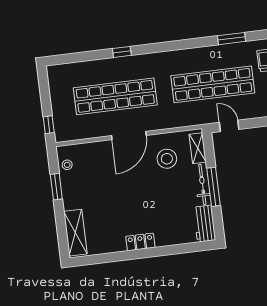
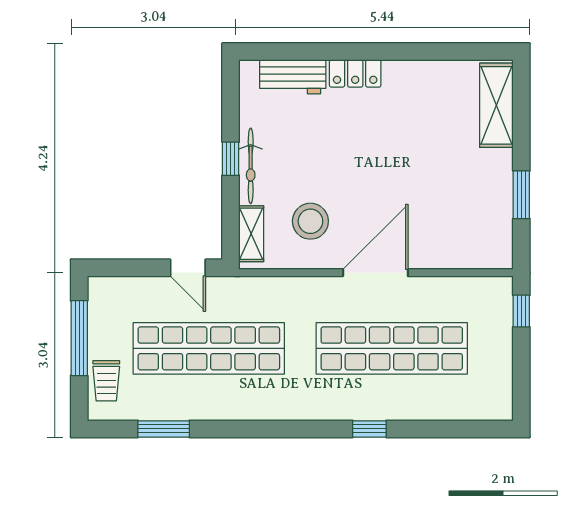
stool: (67, 165) -> (496, 233), removed
window: (214, 187) -> (231, 159), width x0.46
workbench: (204, 224) -> (293, 77), moved, turned 90
locker: (140, 242) -> (355, 73), moved

